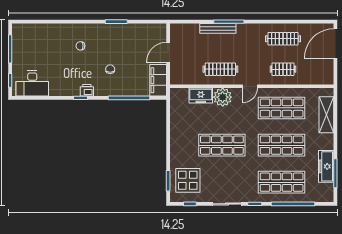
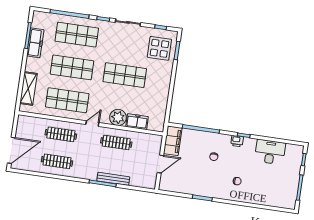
clothes rail: (283, 69) -> (61, 134), width x1.36
desk: (32, 83) -> (270, 152), moved

